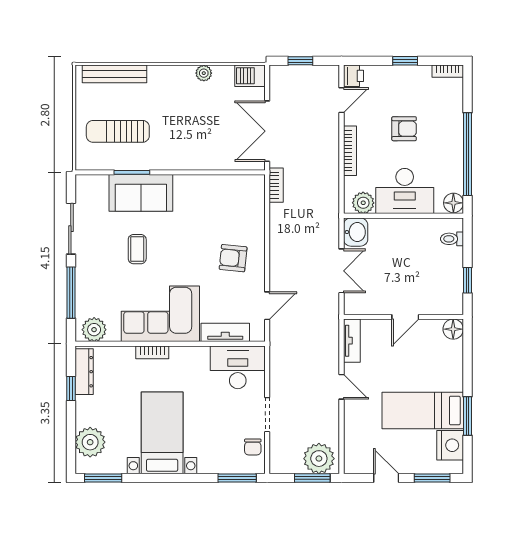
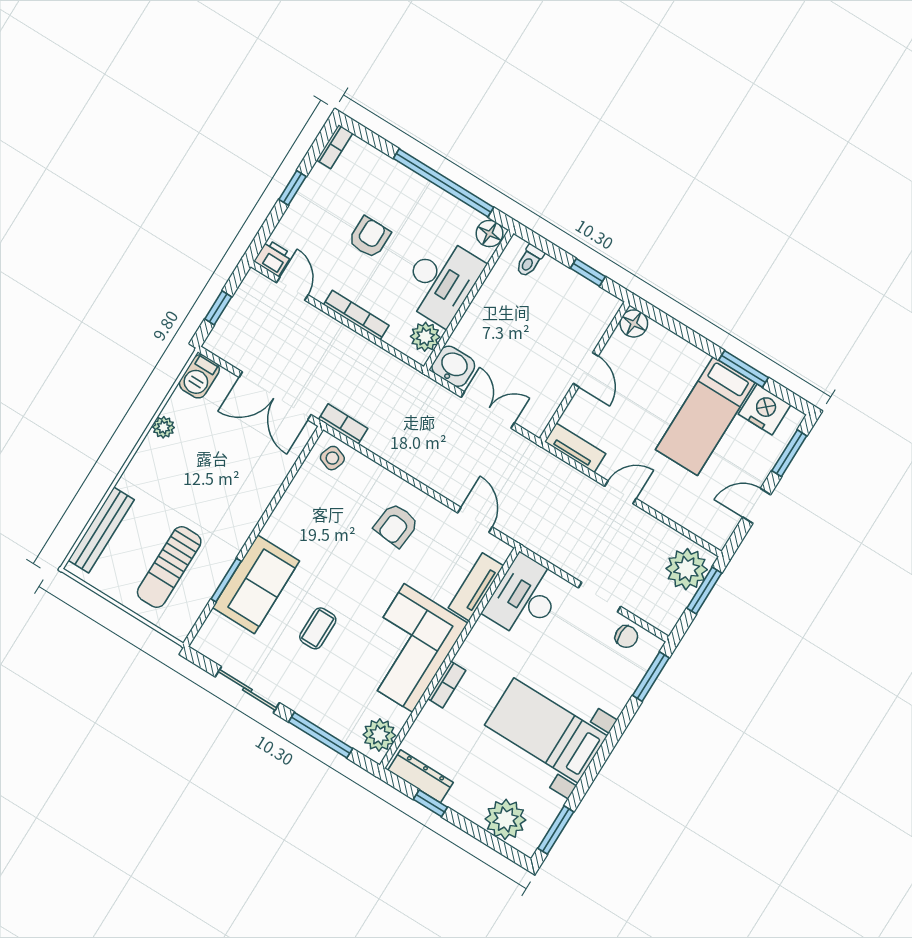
side table: (250, 192) -> (332, 458), added
coffee table: (137, 249) -> (318, 628), turned 90

